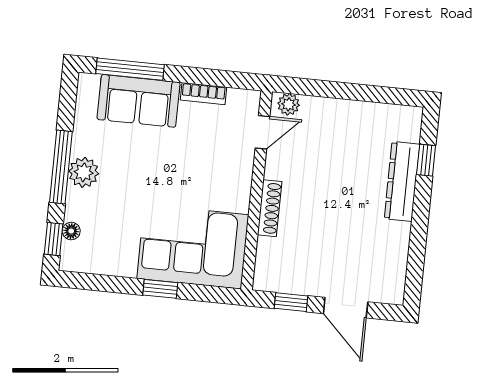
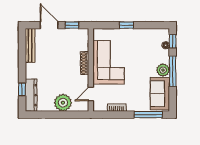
sofa: (139, 101) -> (160, 94), moved, turned -90
plant: (289, 104) -> (63, 103), moved, width x1.87, depth x1.87
dresser: (402, 181) -> (31, 95), moved
corner sofa: (193, 247) -> (109, 62), moved, turned -90
bench: (396, 263) -> (30, 46), added

